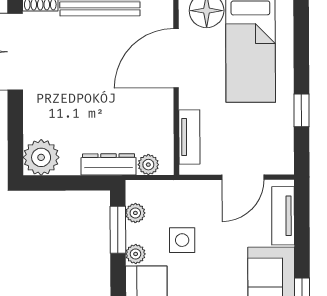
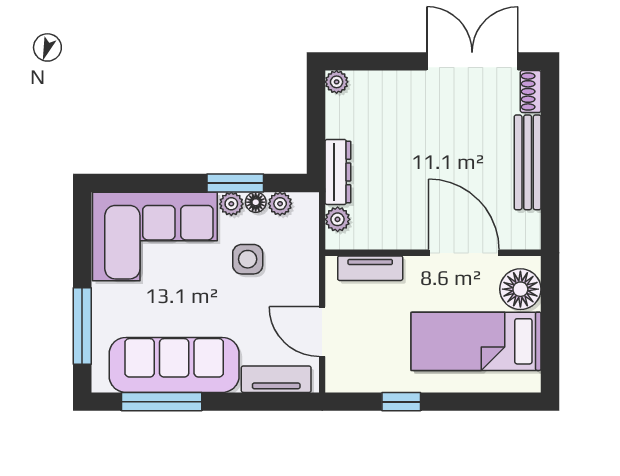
plant: (41, 157) -> (337, 82), width x0.53, depth x0.53
window: (118, 230) -> (235, 183), moved
floor lamp: (134, 233) -> (256, 202), added

